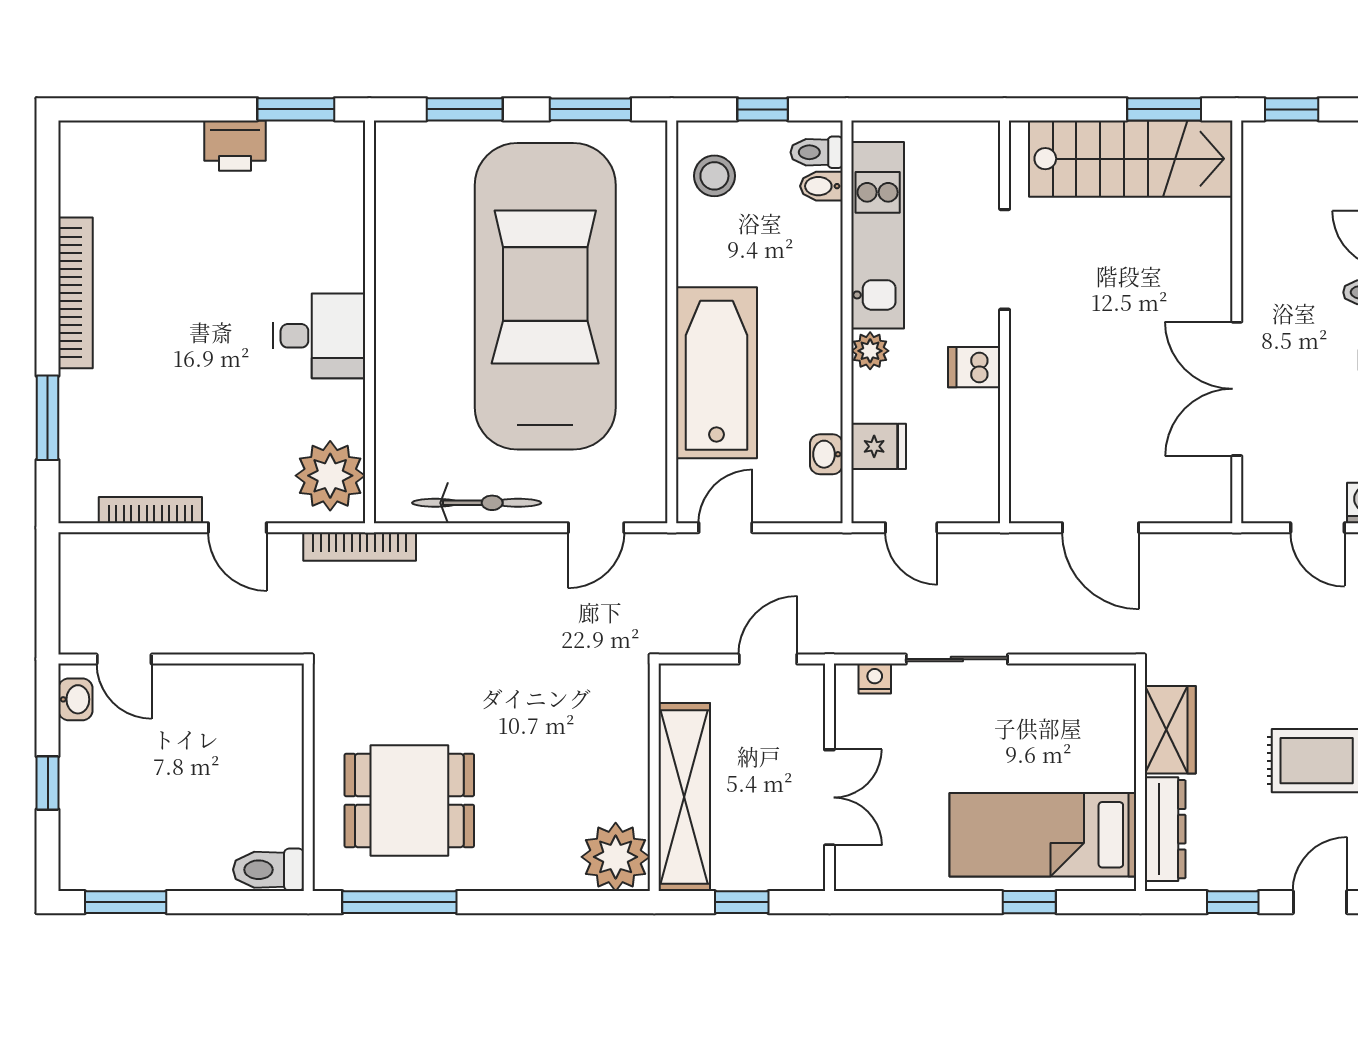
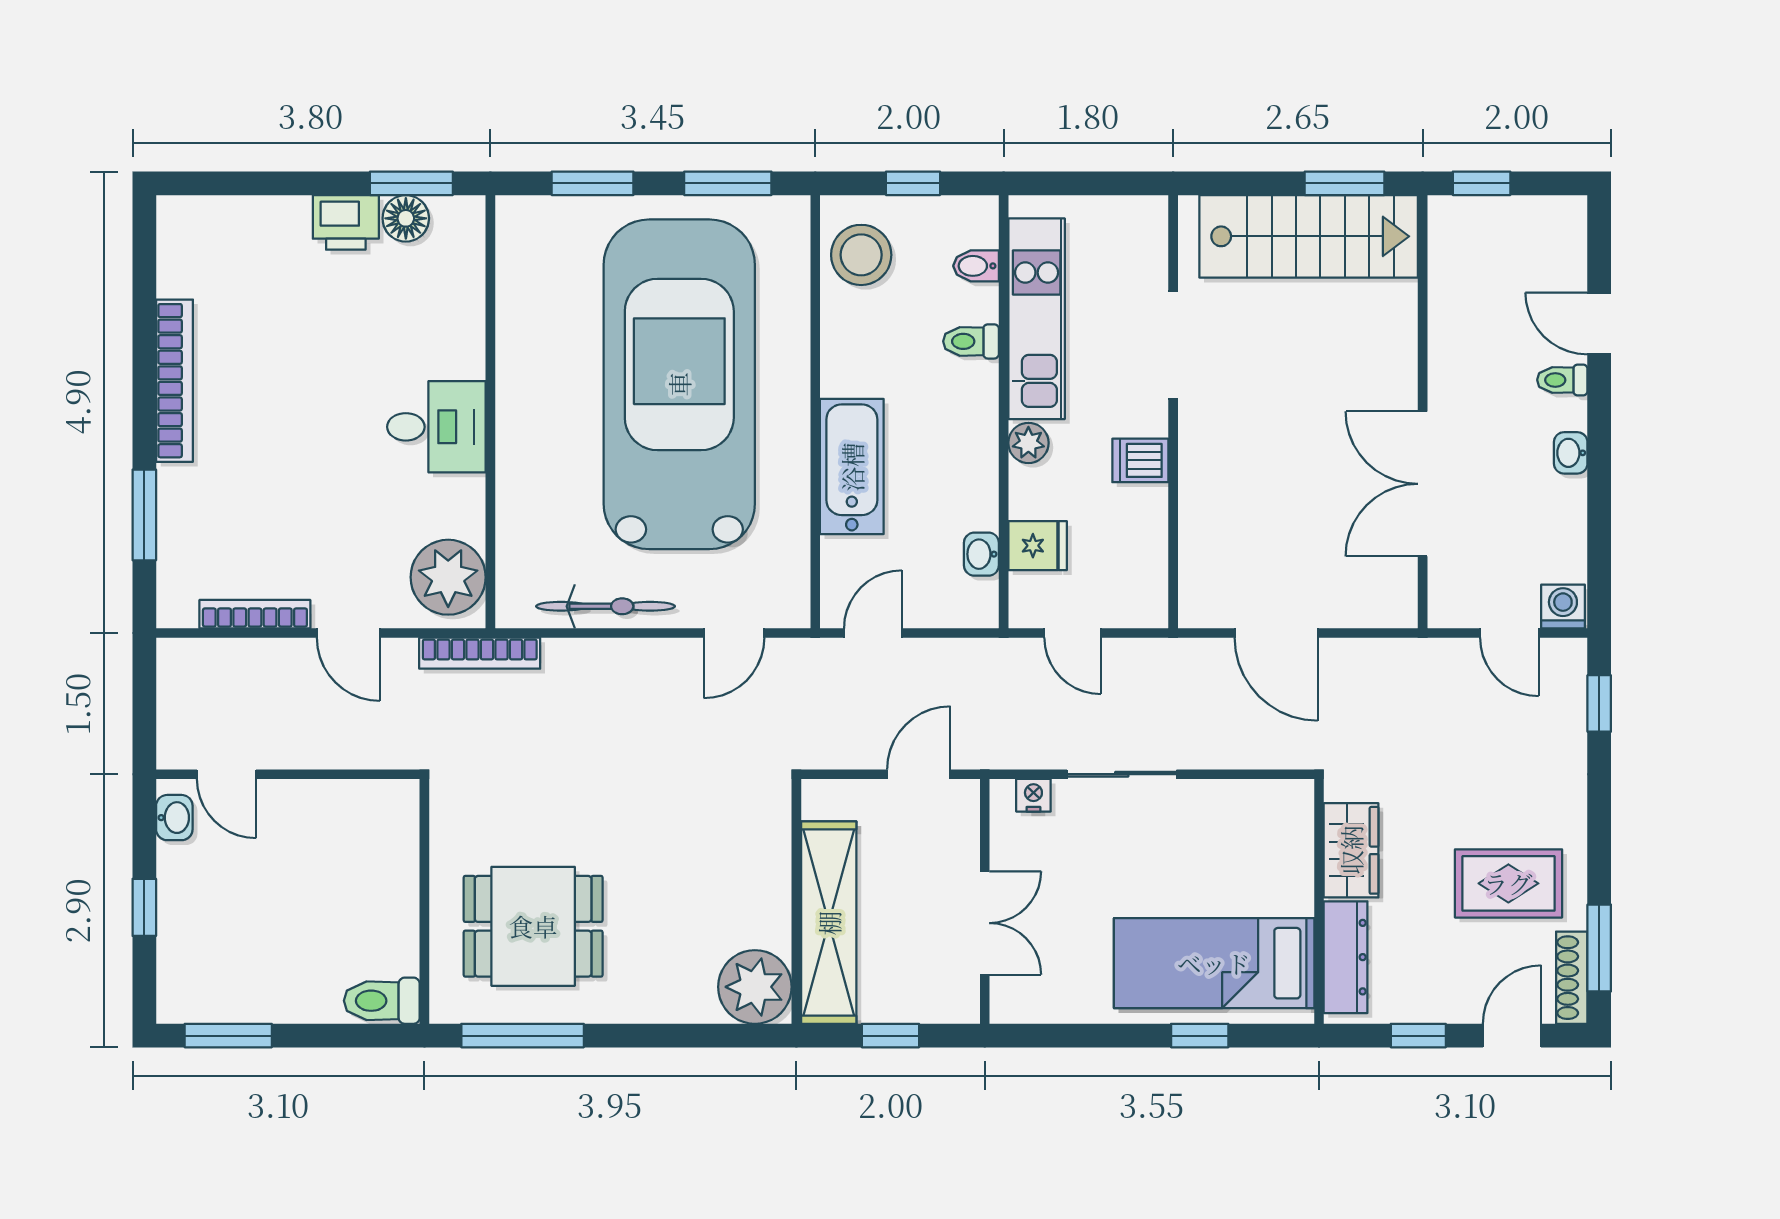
floor lamp: (291, 142) -> (406, 218), added
toilet: (817, 152) -> (971, 341), moved
stool: (714, 176) -> (861, 255), width x1.38, depth x1.38
bathtub: (716, 373) -> (852, 467), width x0.73, depth x0.73

